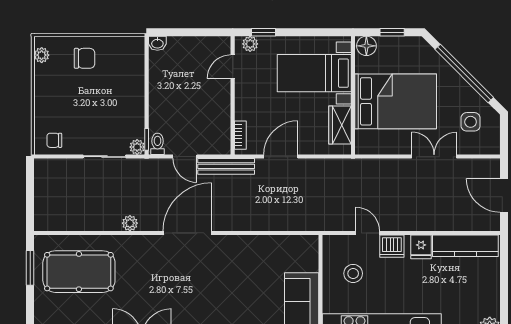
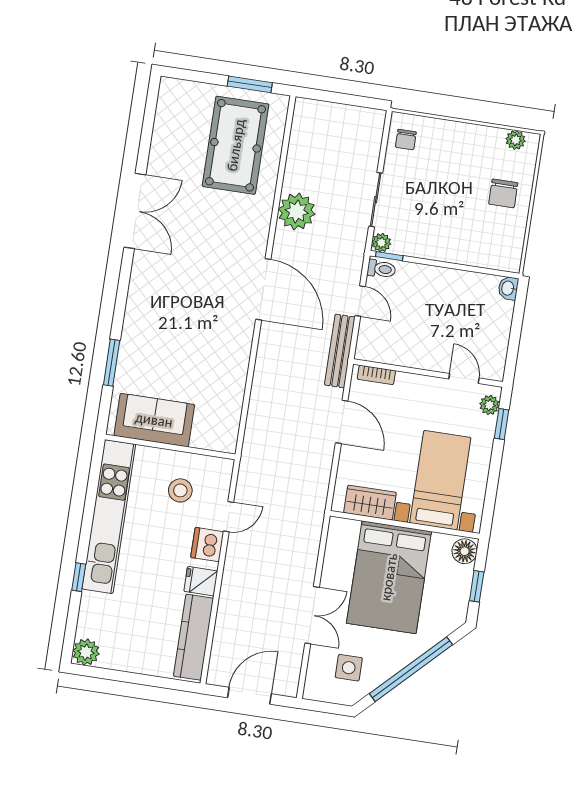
chair: (54, 140) -> (406, 140), turned 180
door: (185, 157) -> (360, 301), swing flipped
plant: (130, 223) -> (297, 211), width x1.88, depth x1.88

